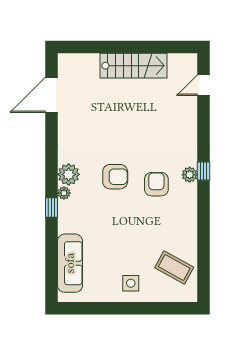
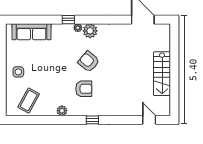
plant: (190, 175) -> (62, 111), moved
armchair: (115, 177) -> (89, 62), turned 130

